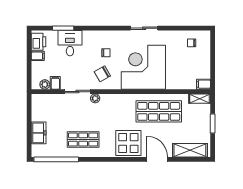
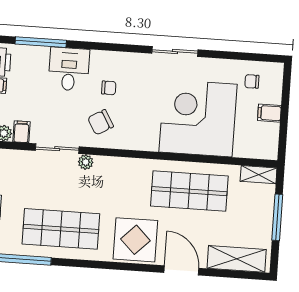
window: (63, 28) -> (41, 42), width x1.44
desk: (70, 43) -> (69, 69), moved
corner desk: (143, 67) -> (198, 118), moved
filing cabinet: (203, 84) -> (269, 113), moved
window: (213, 123) -> (277, 217), width x1.44
shop shelf: (83, 140) -> (61, 229), width x1.43, depth x1.36

